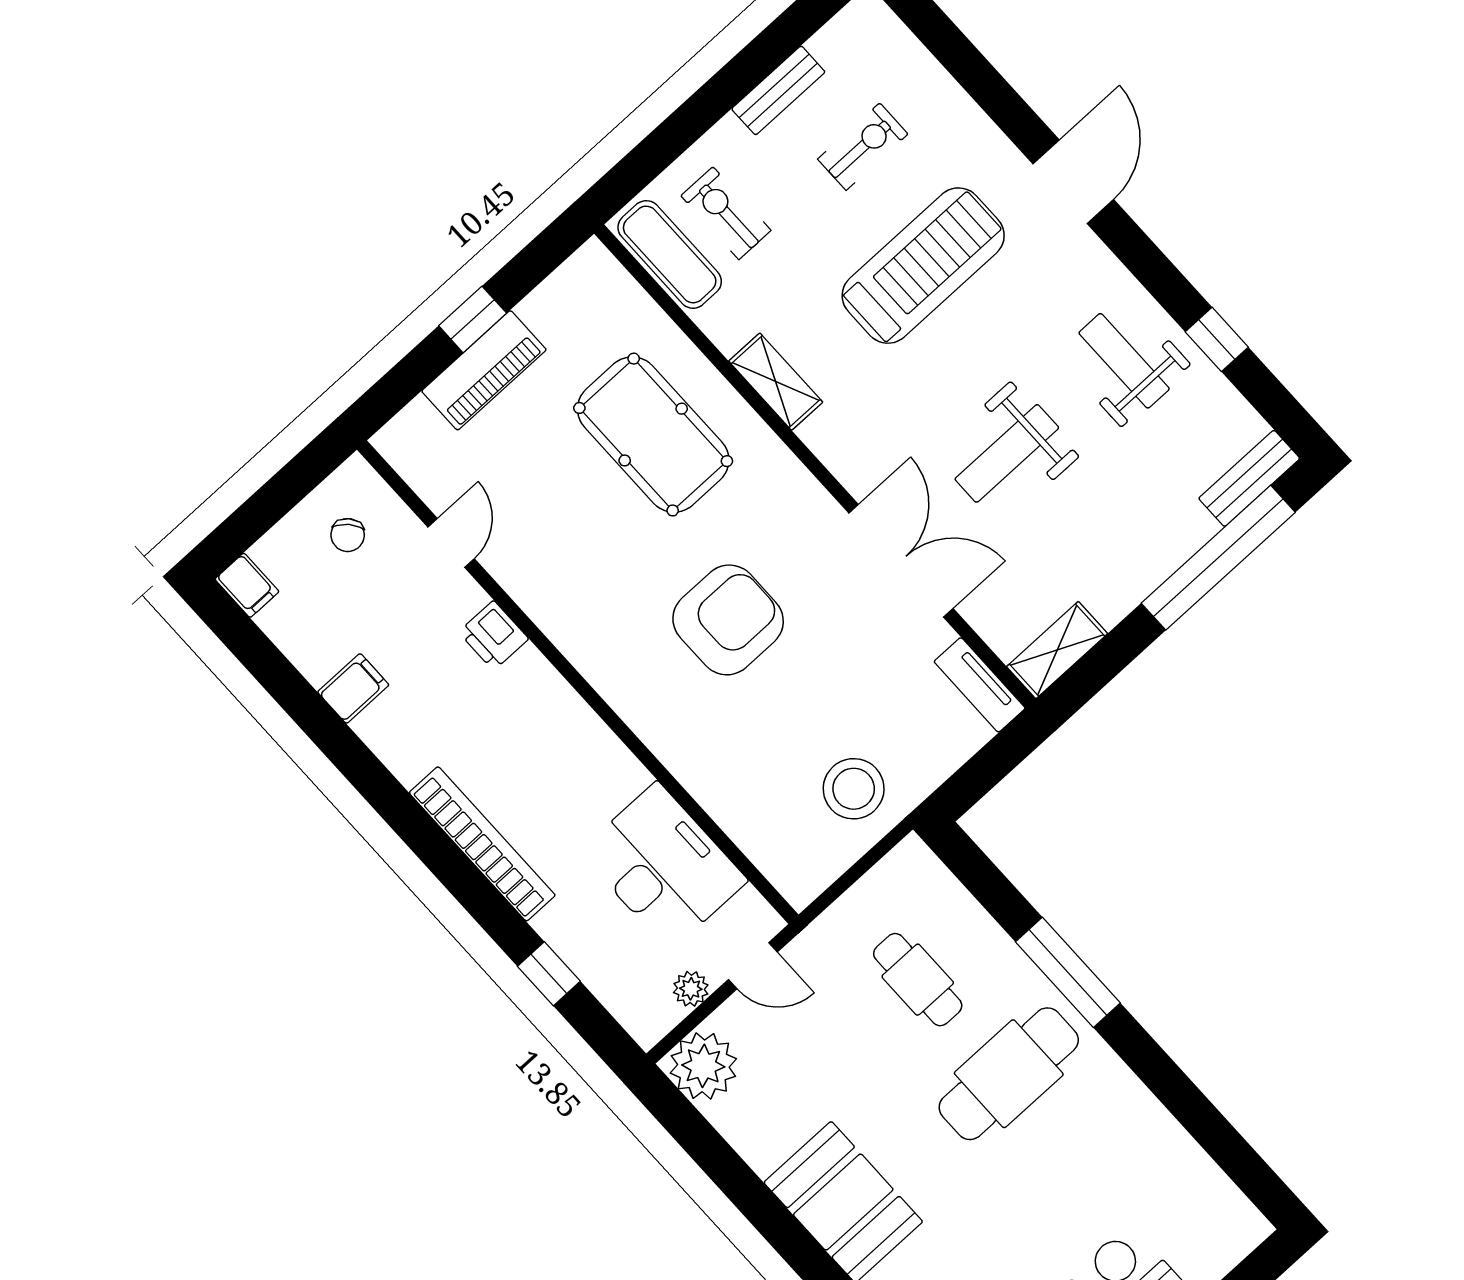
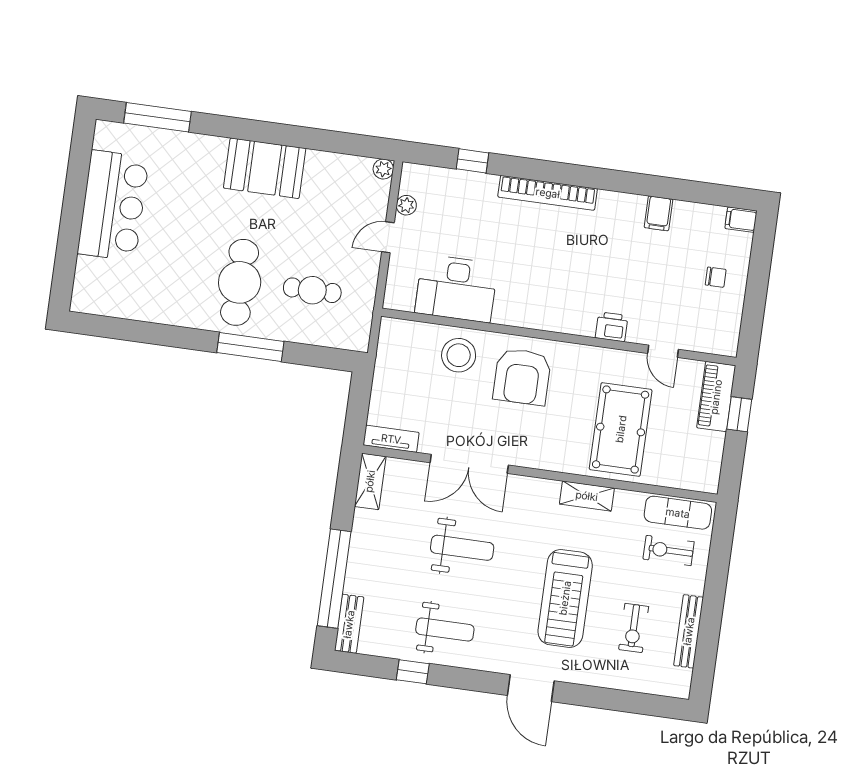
bench: (778, 90) -> (689, 631), width x1.36
exercise bike: (726, 213) -> (668, 550), turned 180
pool table: (653, 435) -> (621, 429), turned 90
weight bench: (1007, 453) -> (462, 548), turned 90
chair: (348, 535) -> (716, 277), turned 133
door: (451, 543) -> (663, 351), moved
printer: (494, 635) -> (612, 327), moved
wall: (578, 682) -> (559, 337), moved
stool: (854, 789) -> (459, 355), moved
desk: (663, 866) -> (456, 288), moved
plant: (703, 1066) -> (383, 169), width x0.53, depth x0.53

